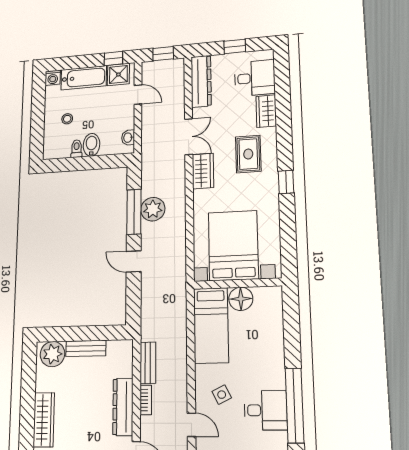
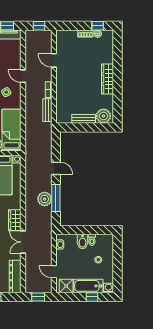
window: (113, 58) -> (92, 297), moved
dresser: (123, 407) -> (61, 86), removed

